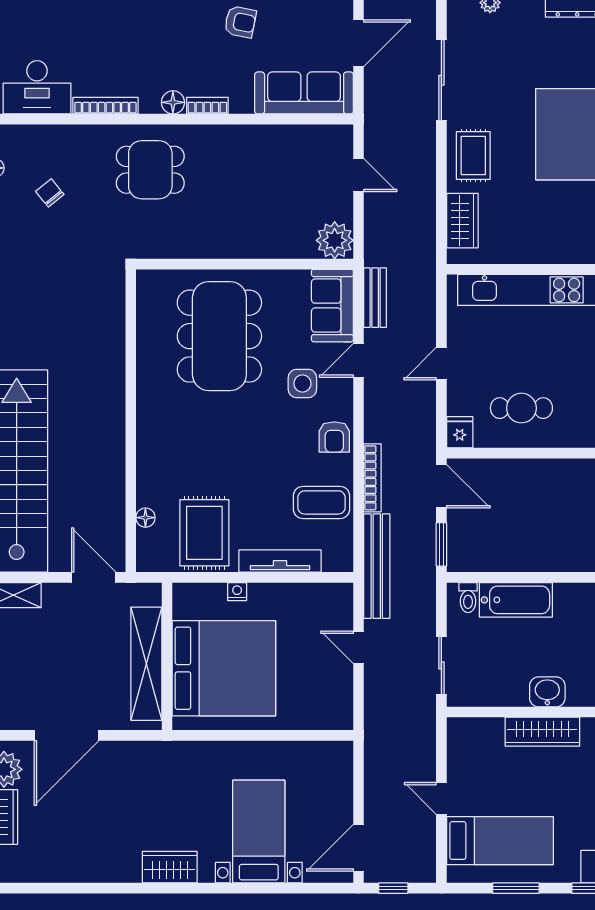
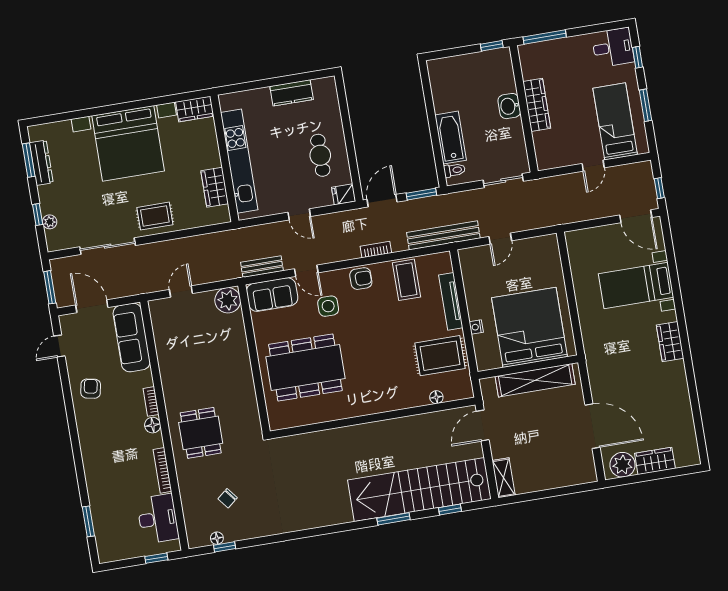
wardrobe: (462, 221) -> (215, 187), moved, turned -90
bookcase: (372, 478) -> (376, 250), width x0.64

